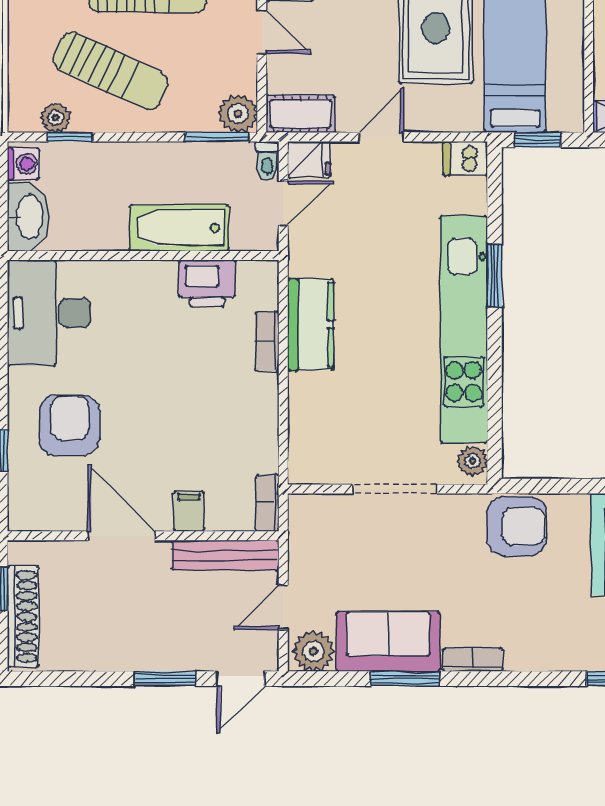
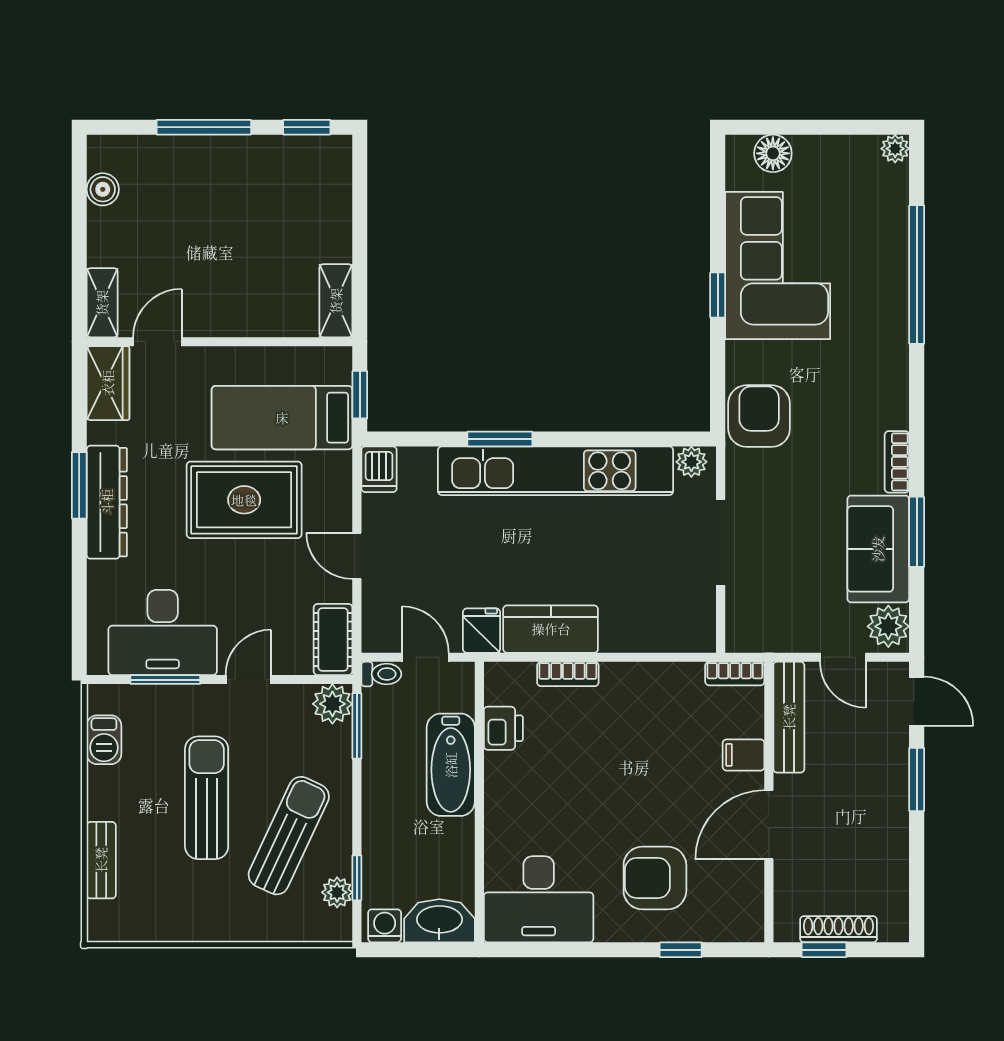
fridge: (309, 159) -> (482, 631), moved
printer: (207, 283) -> (503, 728), width x0.73, depth x0.81
shoe rack: (23, 616) -> (838, 929), width x0.74, depth x0.81

